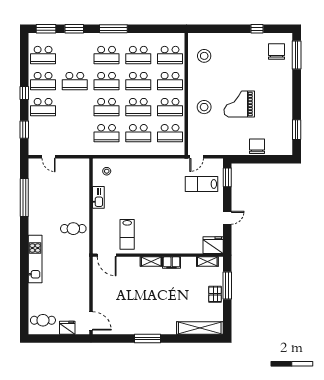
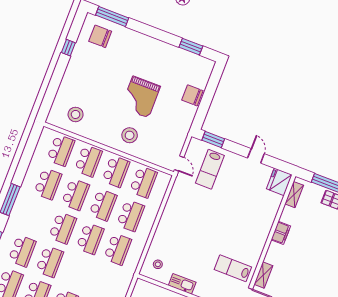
school desk: (107, 55) -> (22, 251), moved
lab bench: (127, 234) -> (233, 268), turned 180
shelving: (151, 262) -> (263, 275), moved

